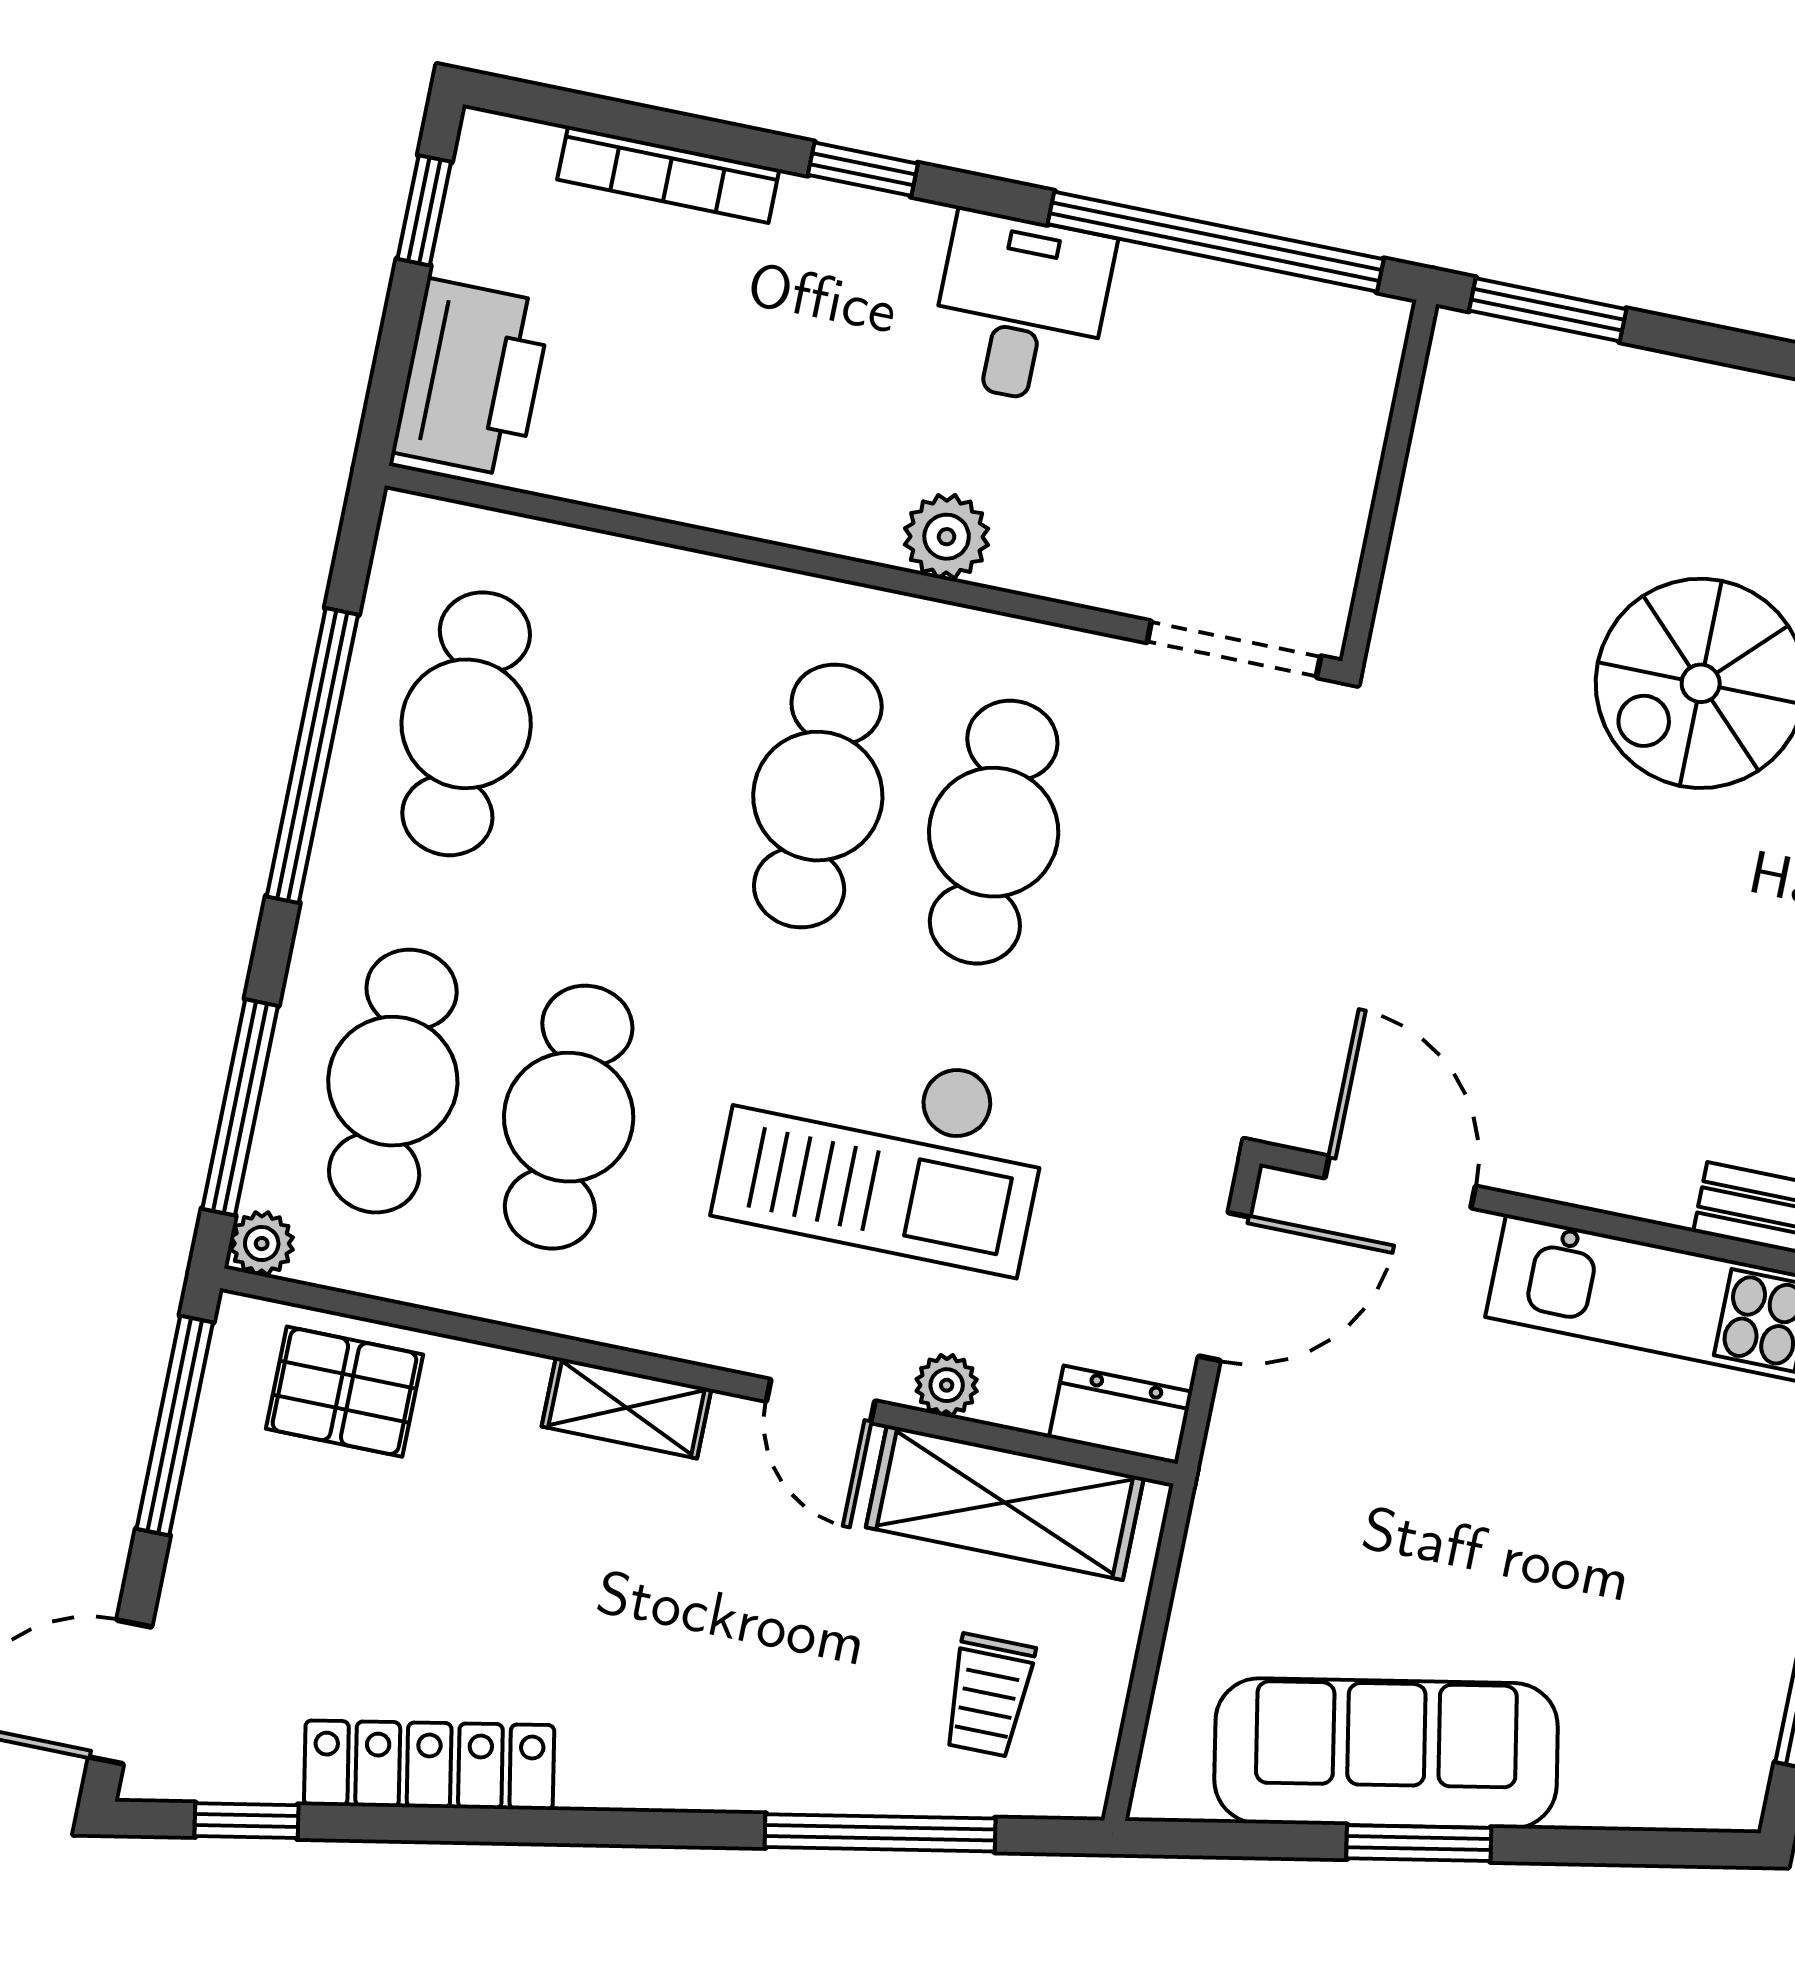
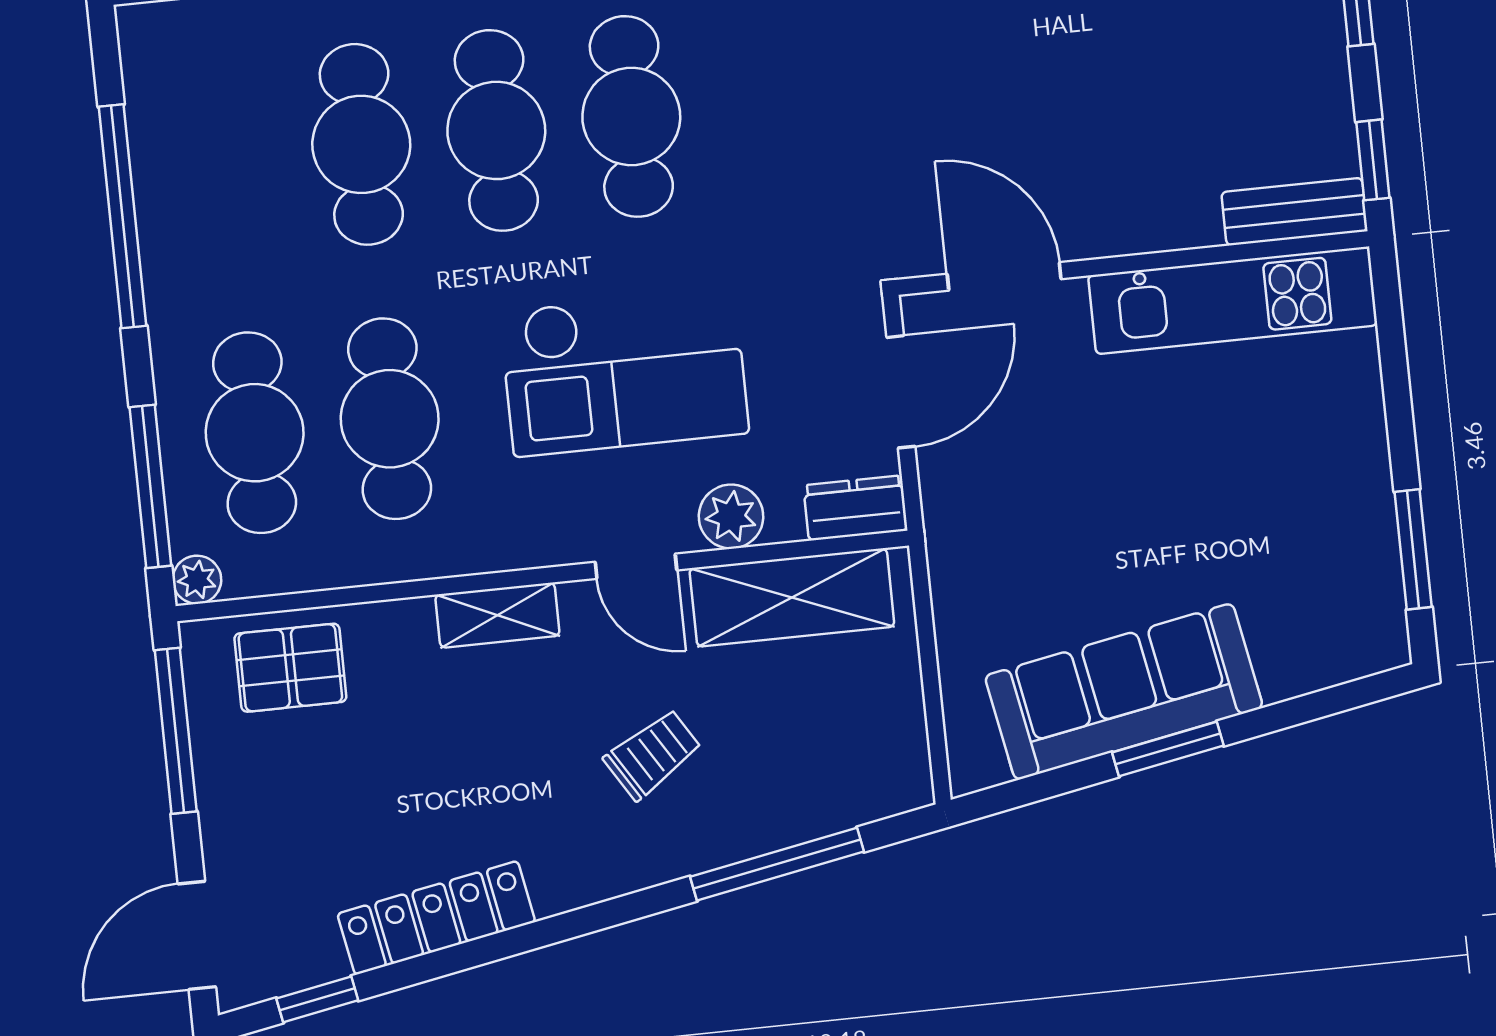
cafe table: (466, 724) -> (361, 144), moved
plant: (947, 1385) -> (731, 517), width x1.38, depth x1.38
trolley: (988, 1695) -> (653, 754), moved, turned -122

